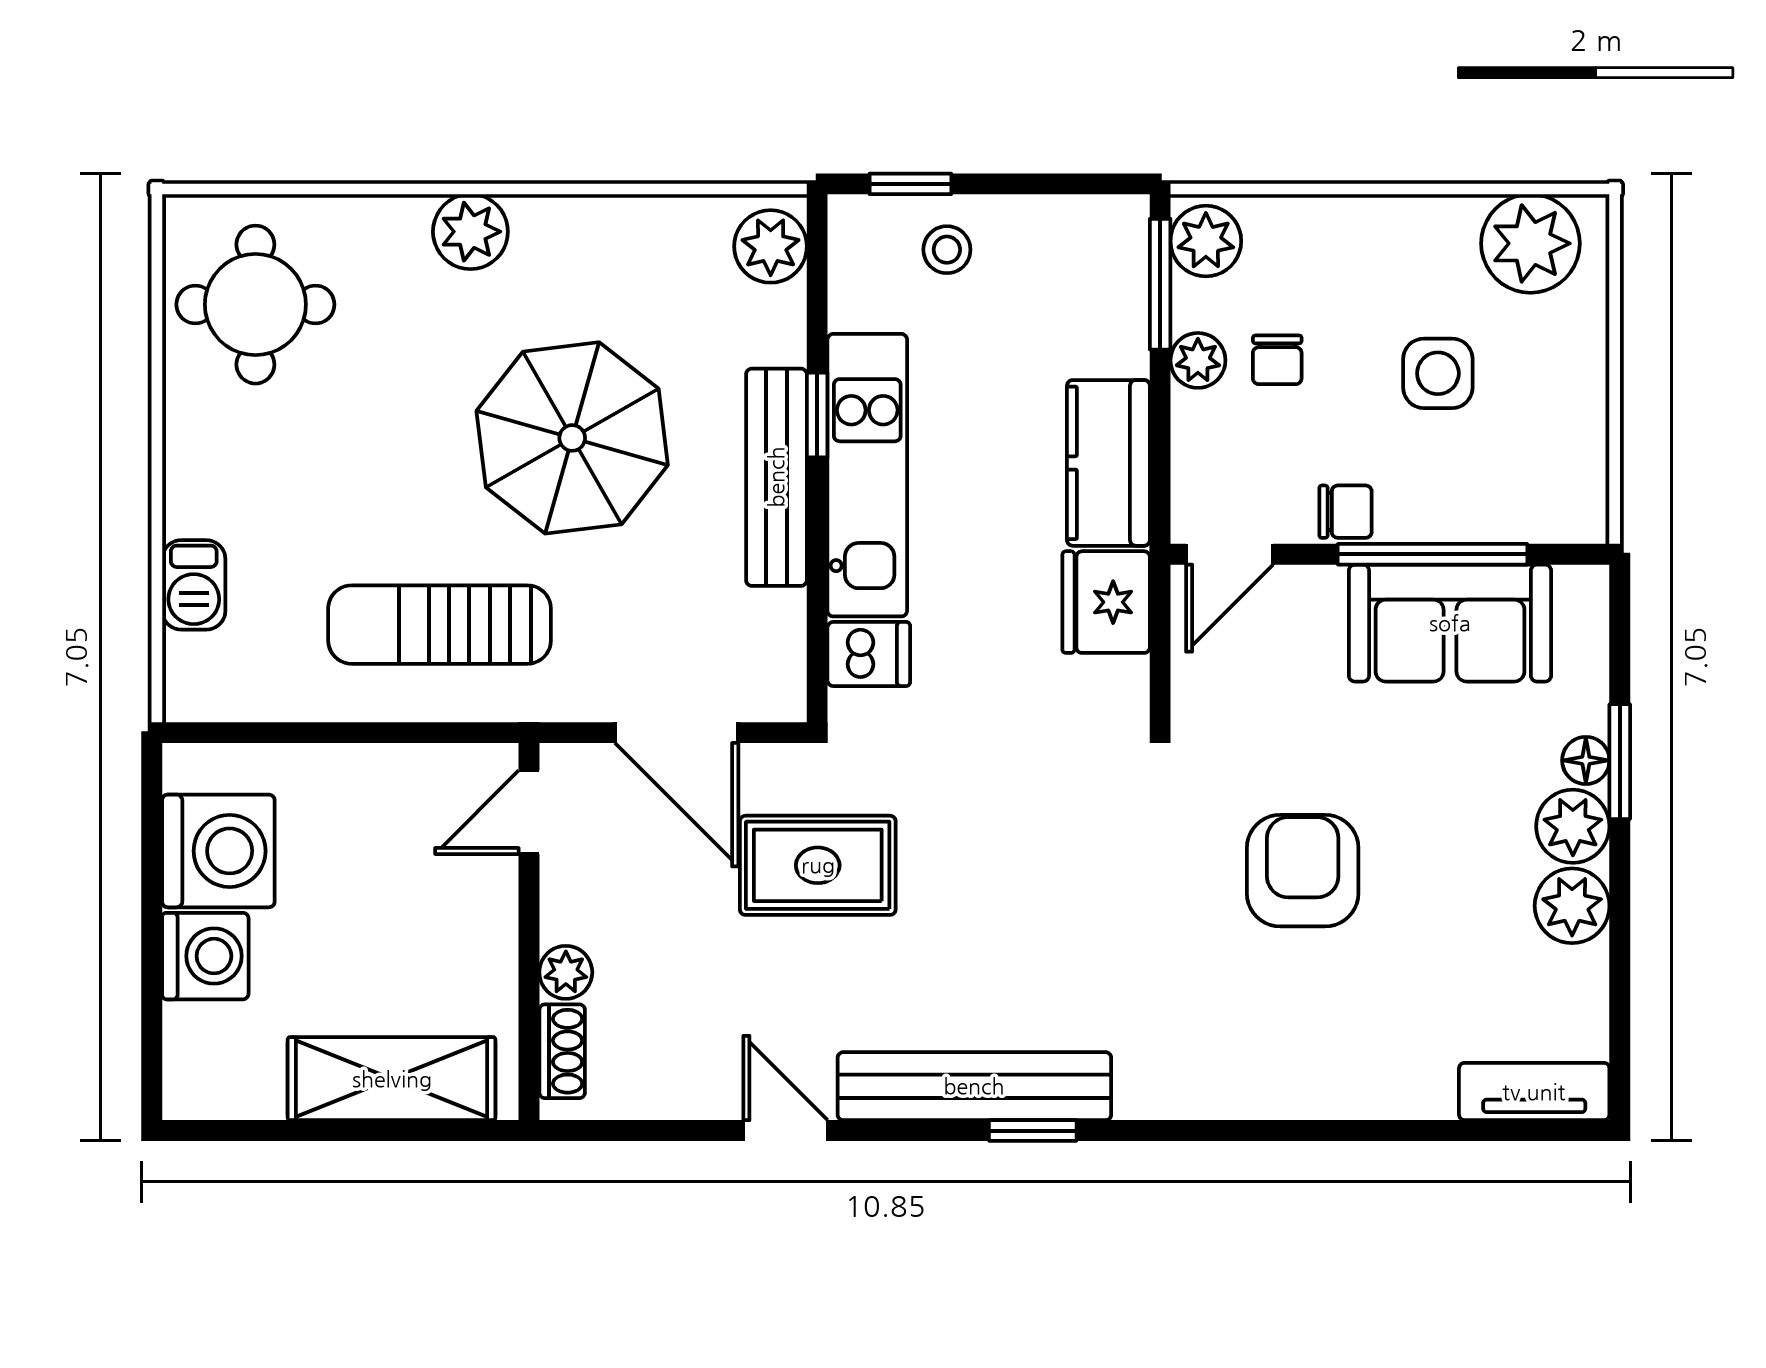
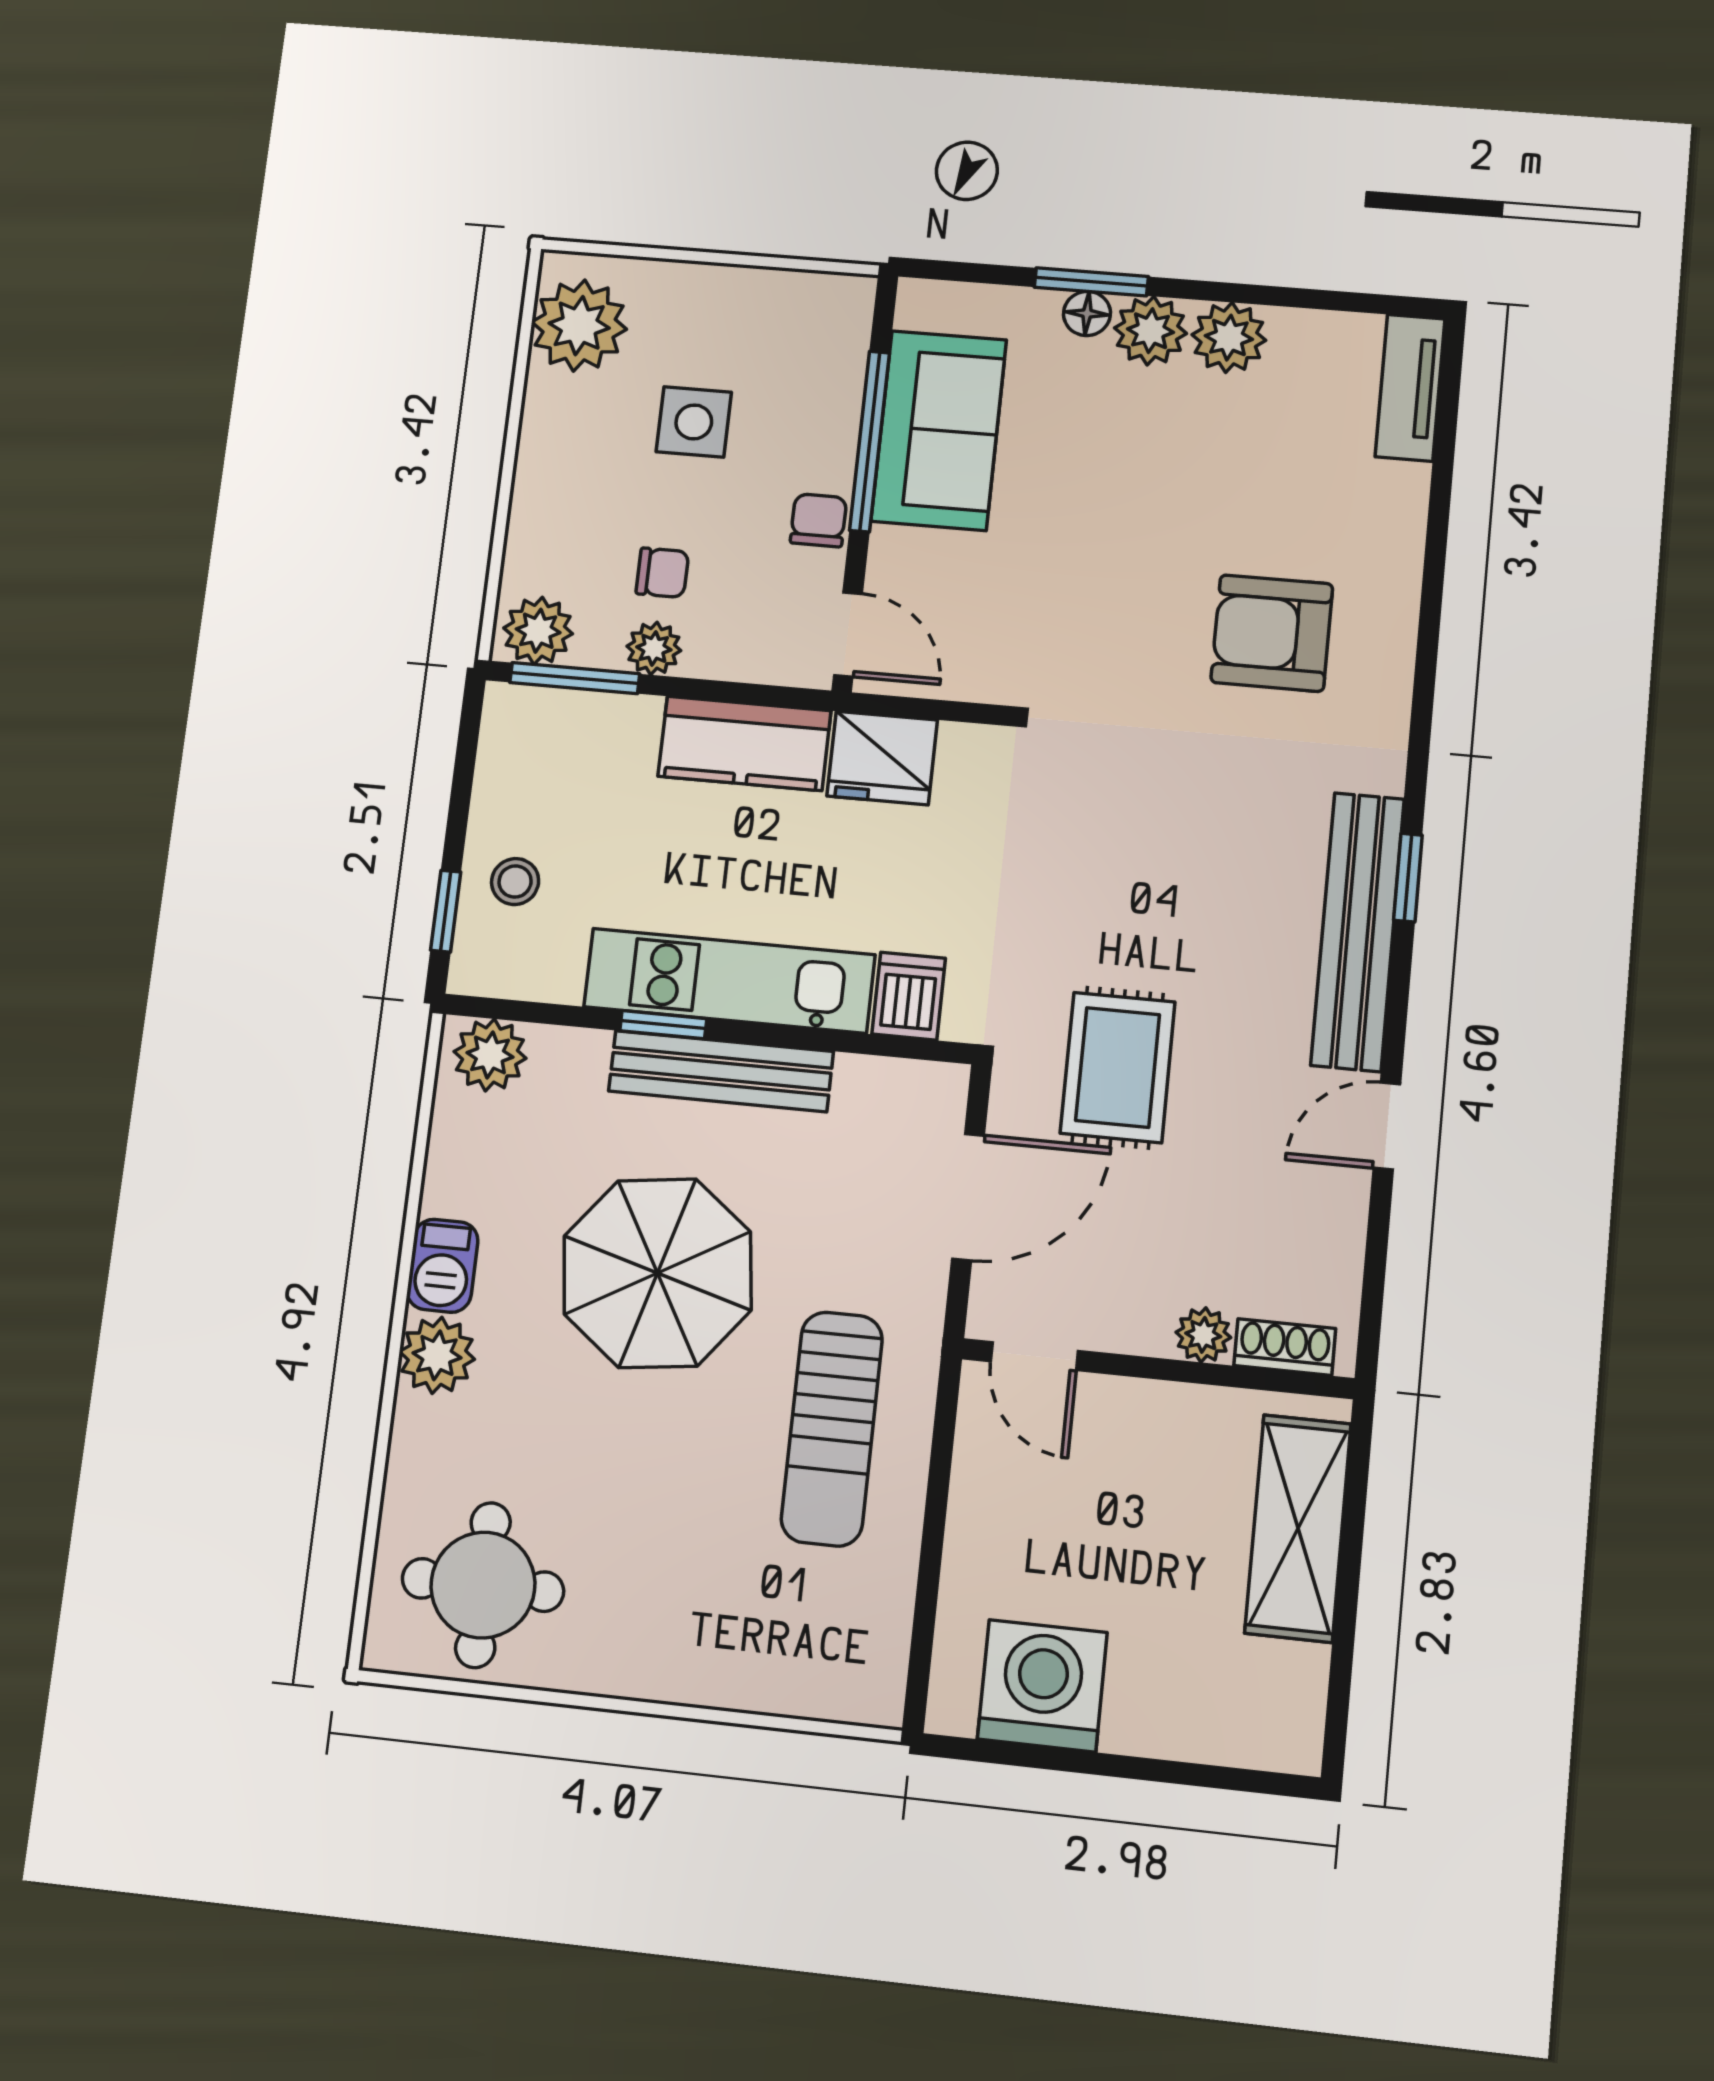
barbecue: (194, 585) -> (443, 1266), moved, turned 90
armchair: (1303, 871) -> (1272, 633), moved
washing machine: (205, 956) -> (1151, 1712), removed

